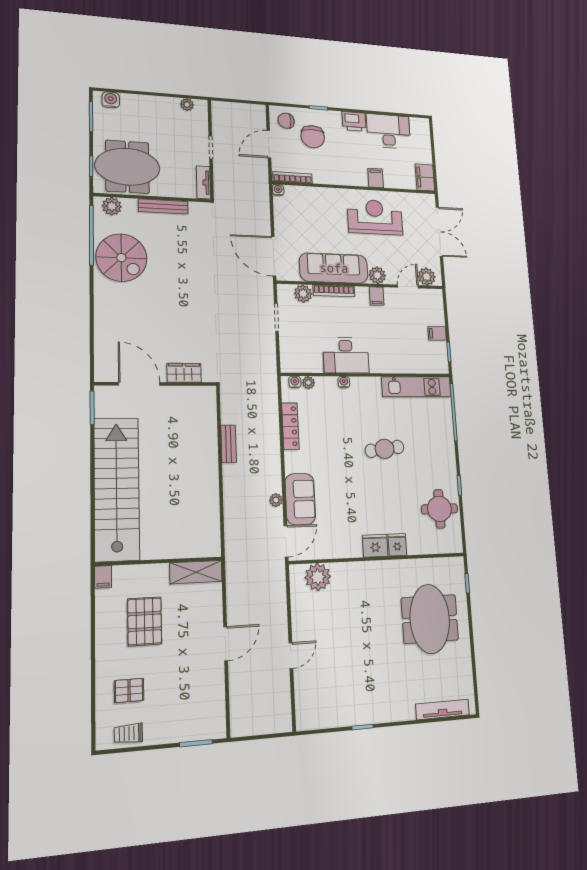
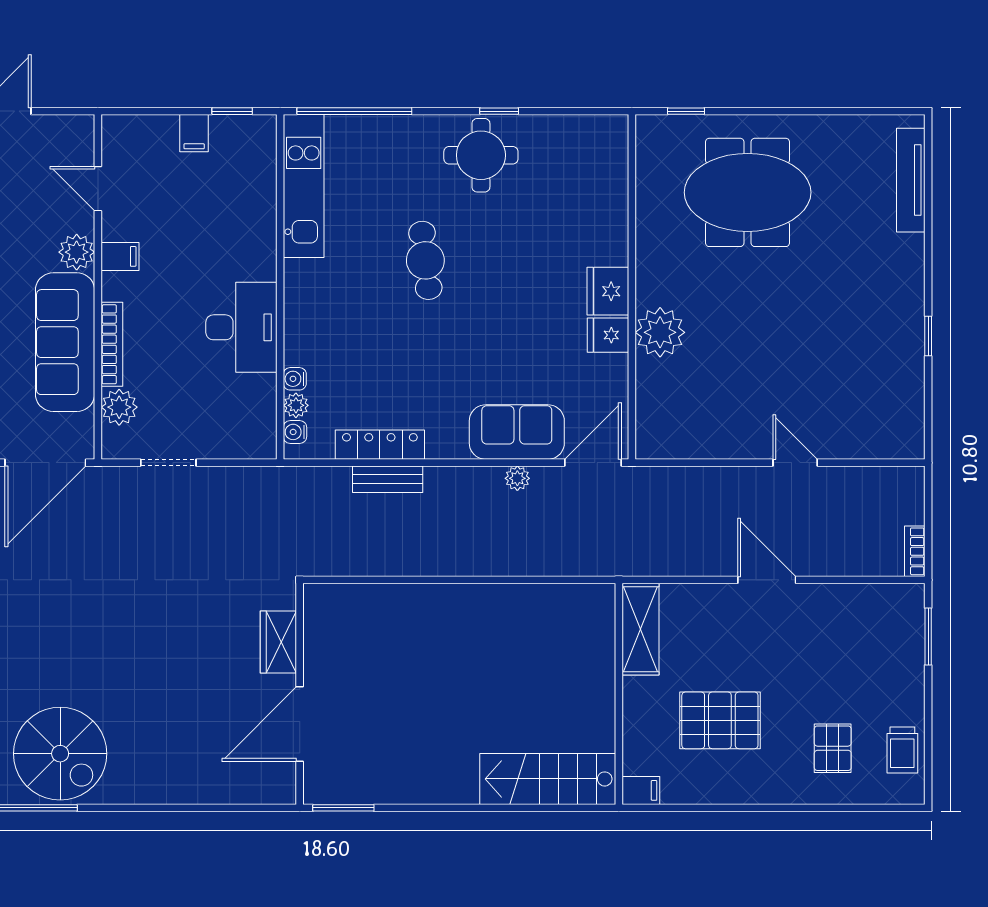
spiral stairs: (121, 258) -> (60, 754), turned 90
plant: (427, 277) -> (76, 146), removed
water cooler: (344, 382) -> (295, 379), moved
bench: (229, 444) -> (388, 479), moved
stairs: (117, 489) -> (548, 779), width x0.54, depth x0.66
round table: (439, 509) -> (481, 155), moved
door: (286, 541) -> (593, 463), hinge flipped
fridge: (397, 545) -> (608, 335), moved
plant: (318, 577) -> (660, 332), moved
bookcase: (245, 730) -> (915, 551), added

